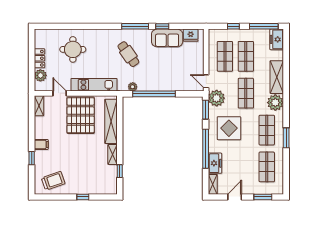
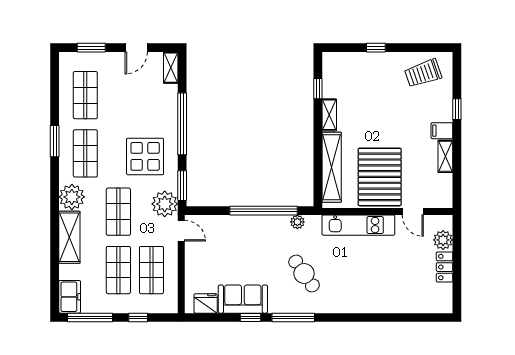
round table: (73, 49) -> (392, 281), removed
shelving: (39, 106) -> (445, 156), moved
freezer: (215, 163) -> (167, 101), removed

